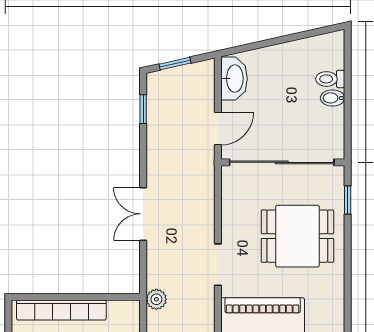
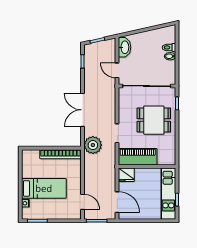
door: (218, 129) -> (117, 70), swing flipped
double door: (143, 214) -> (83, 110), width x1.37
plant: (156, 299) -> (93, 145), width x1.88, depth x1.88
bookcase: (61, 310) -> (61, 154), moved

